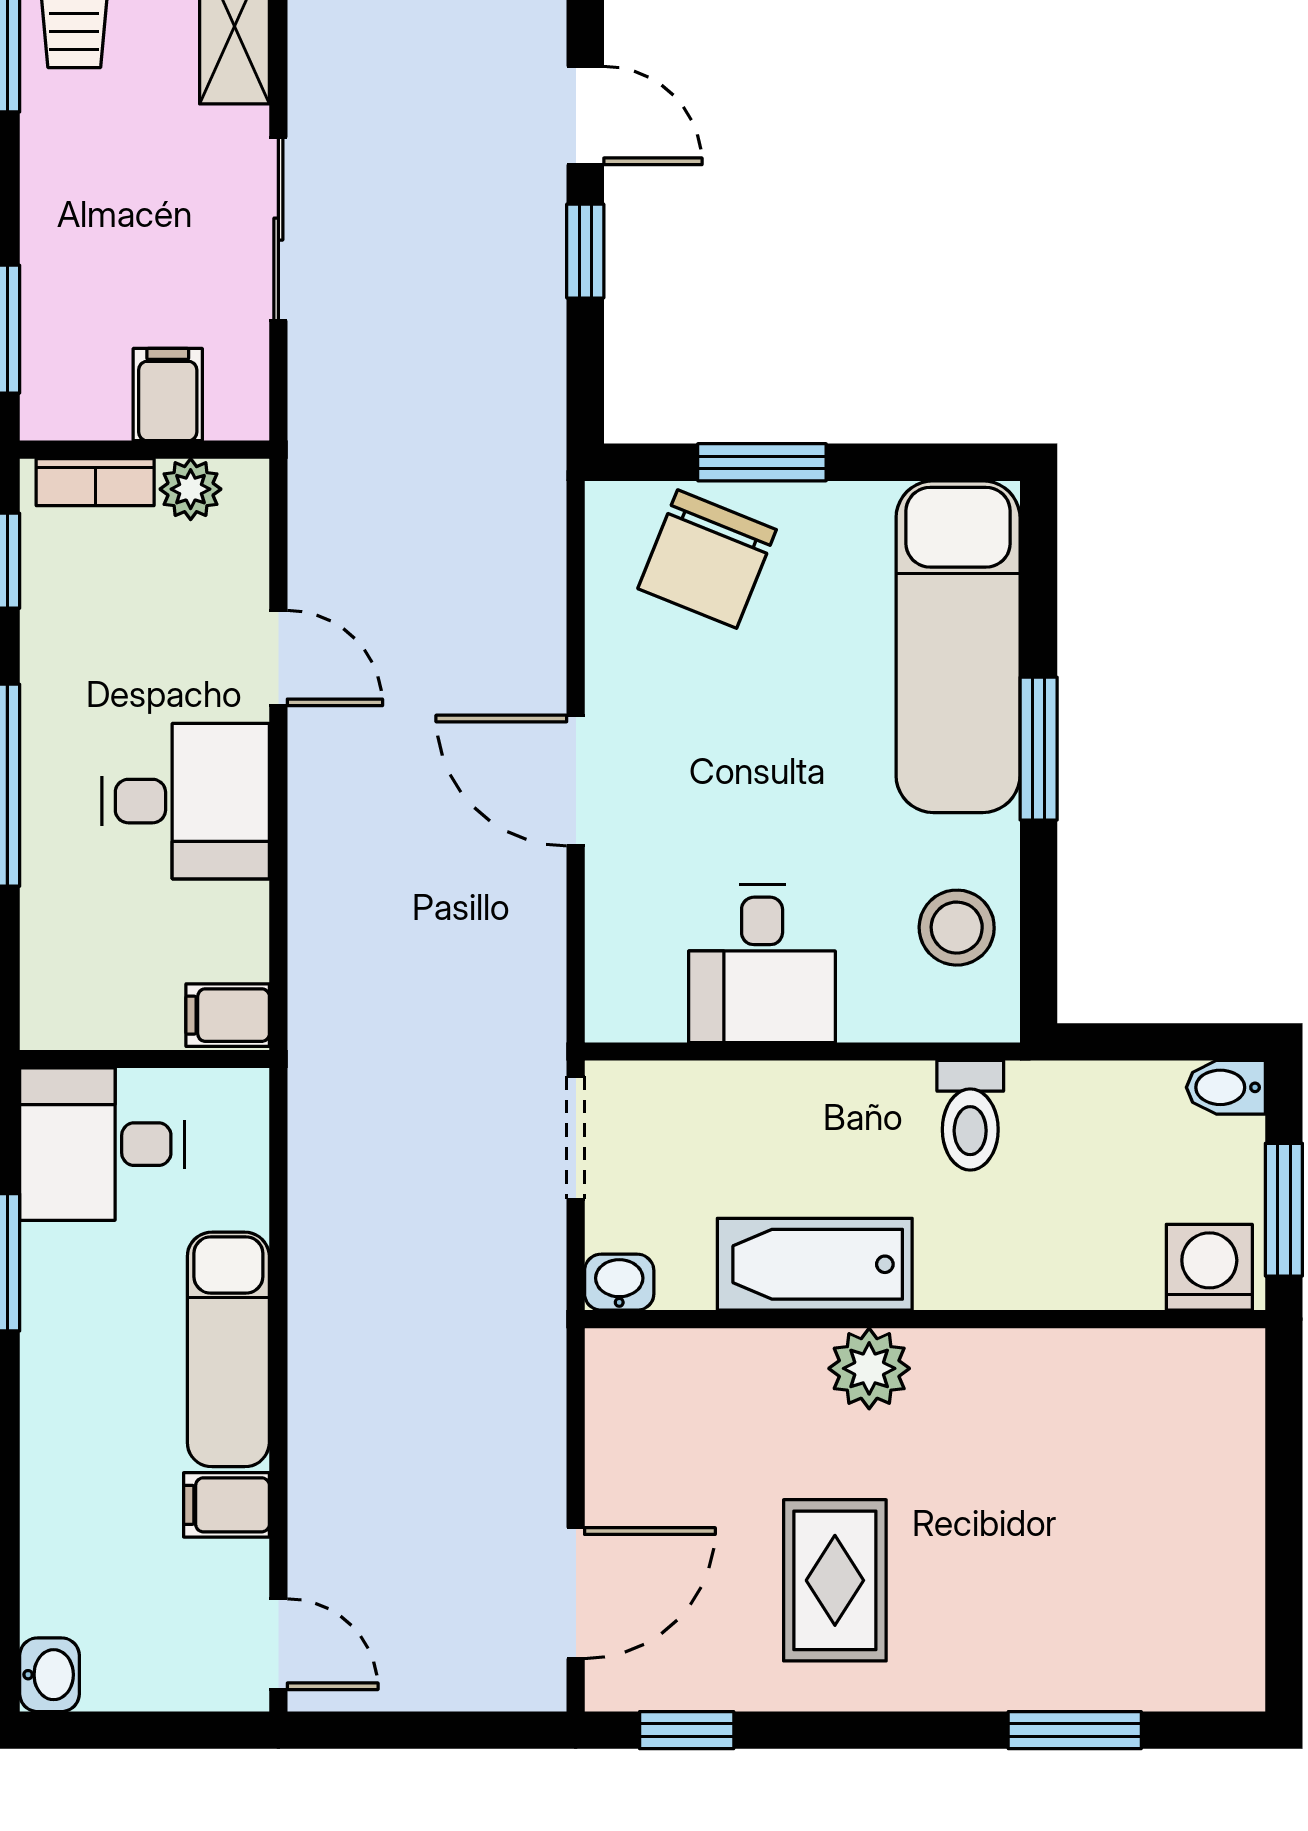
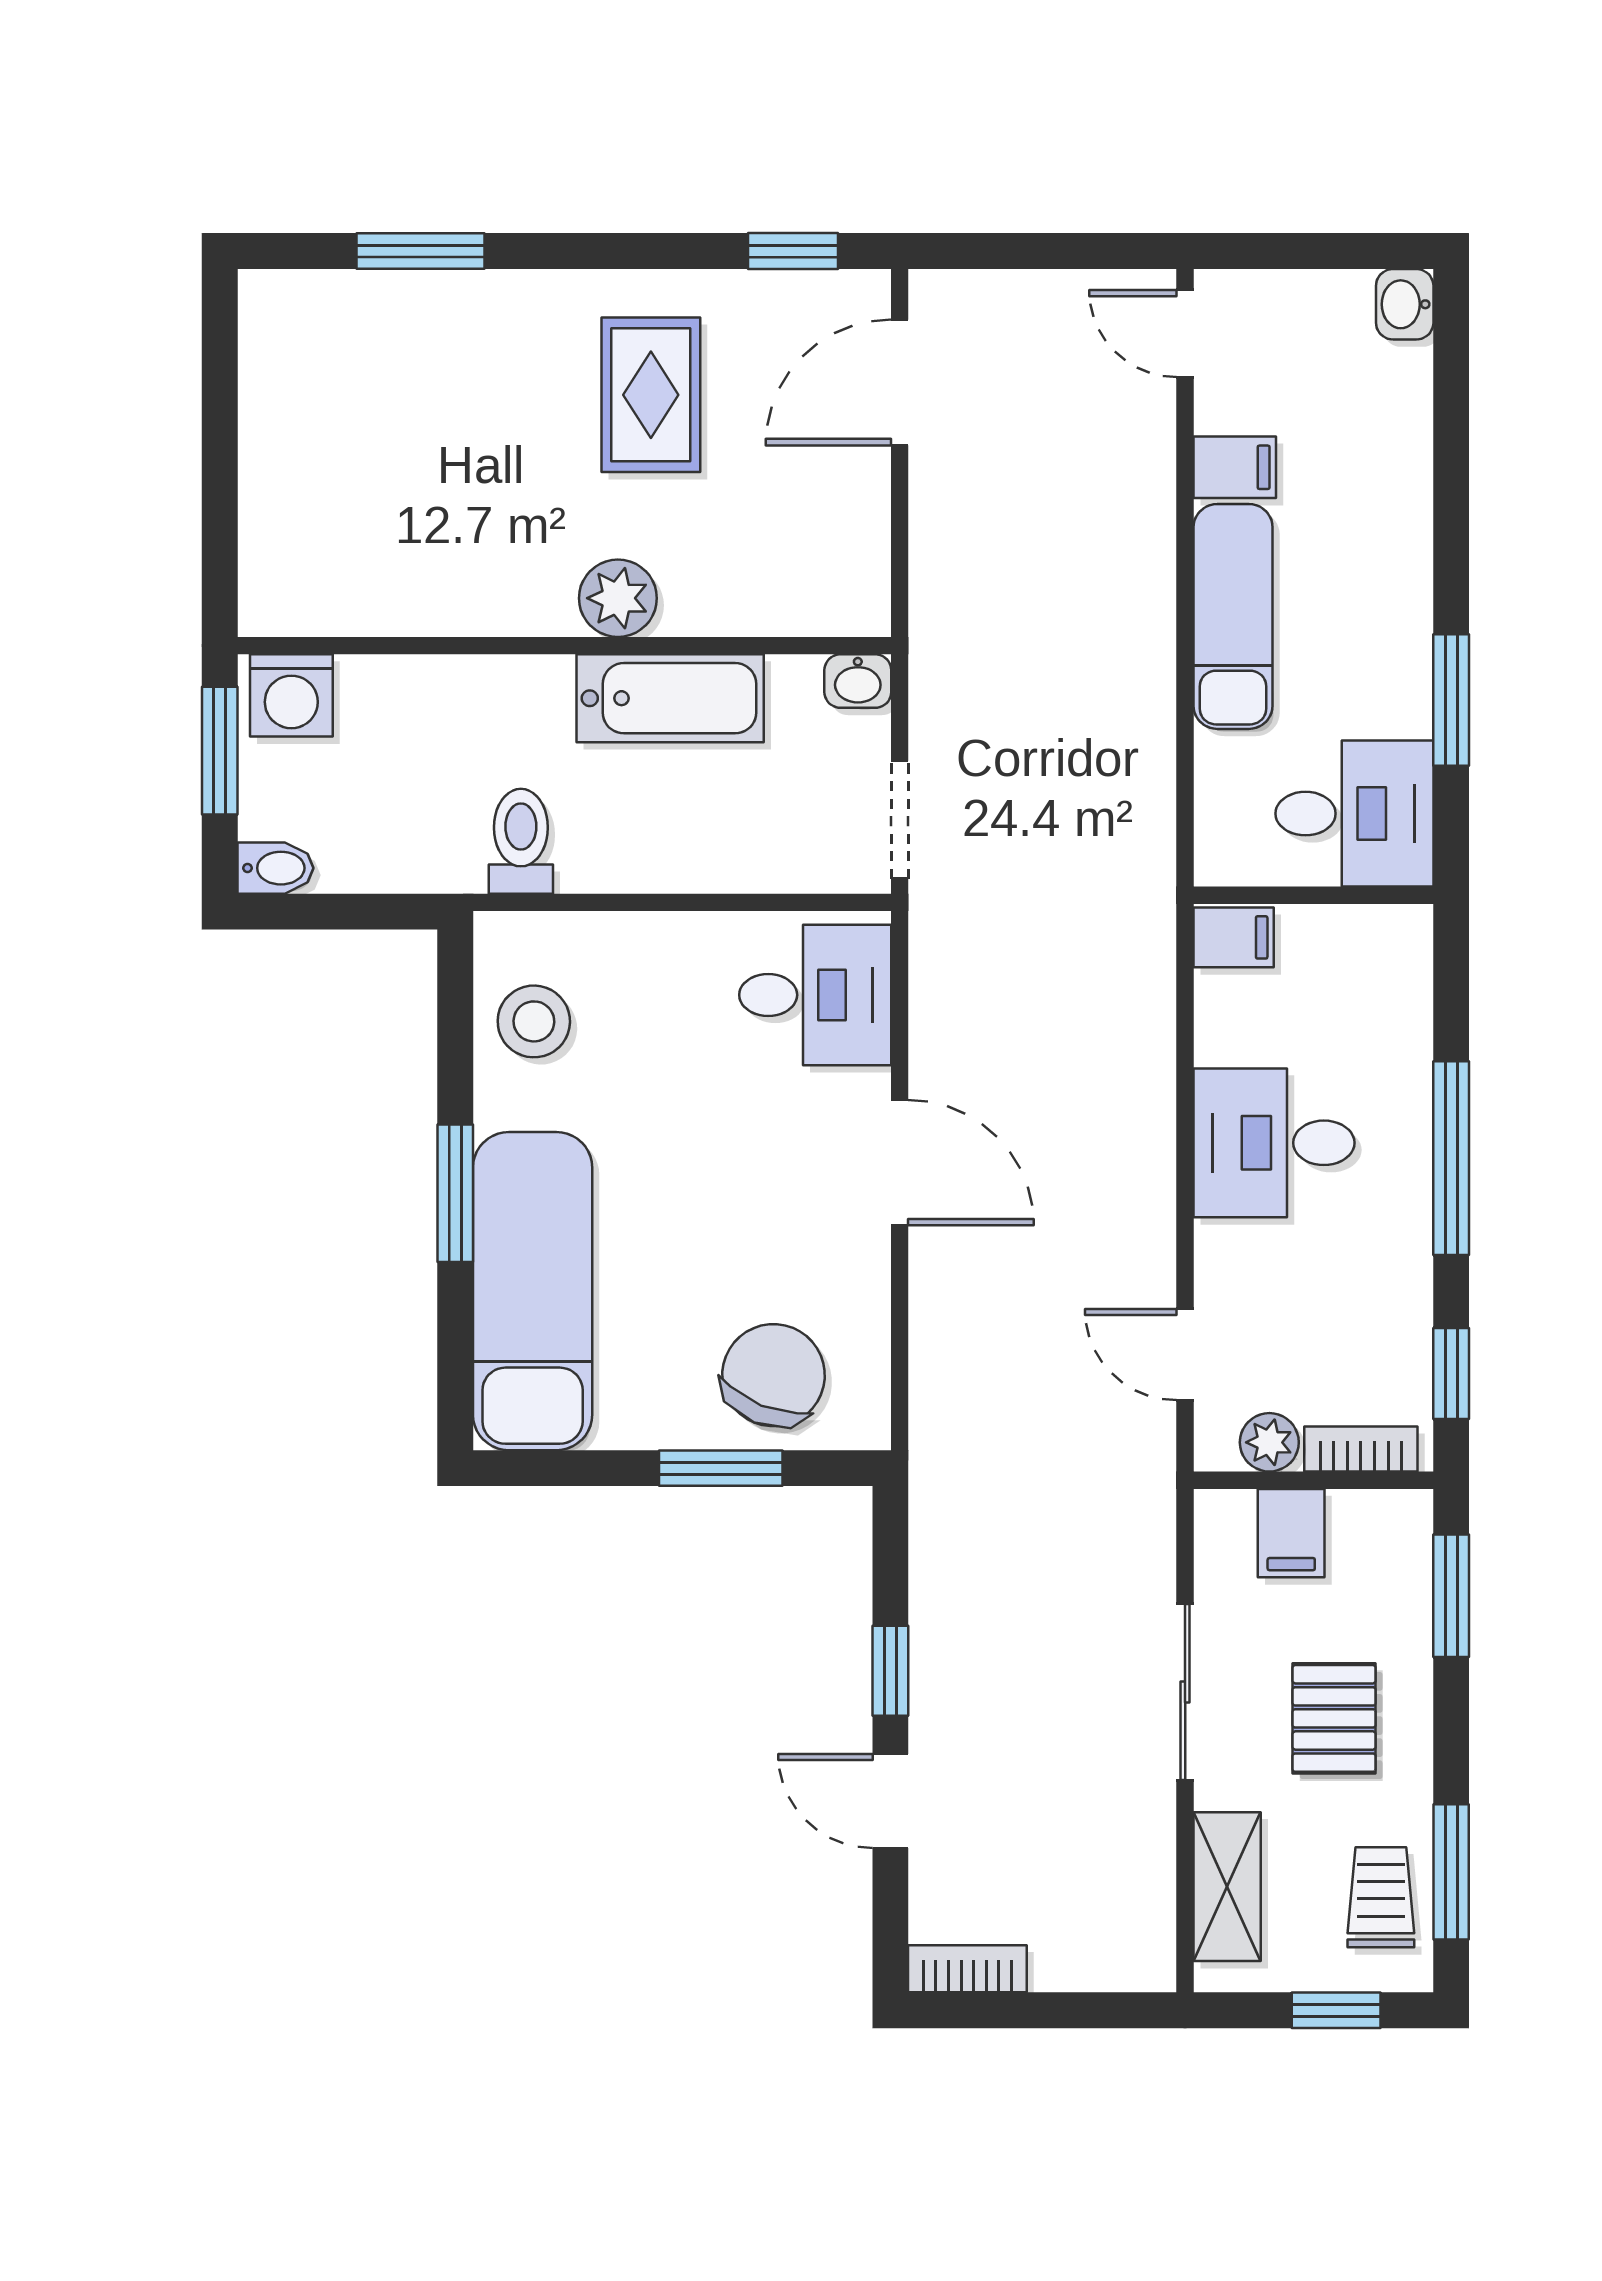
pallet: (123, 201) -> (1334, 1718), added
door: (278, 658) -> (1185, 1355), moved
desk: (762, 964) -> (815, 995), moved, turned 90

